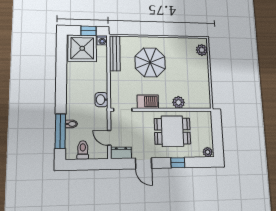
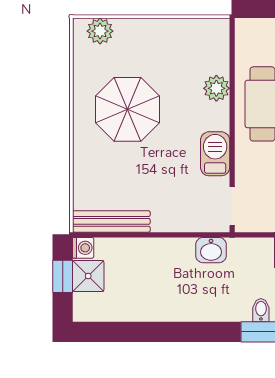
shower: (82, 48) -> (88, 276), width x0.54, depth x0.54
parasol: (150, 62) -> (127, 109), moved

